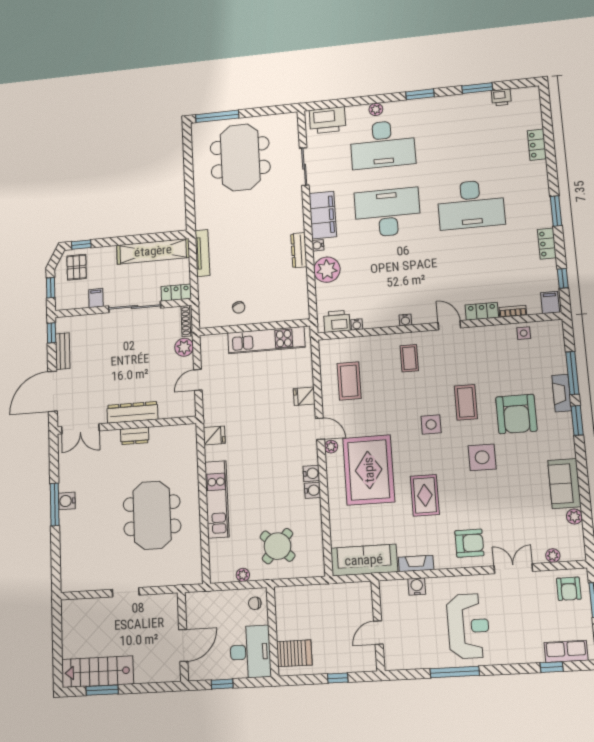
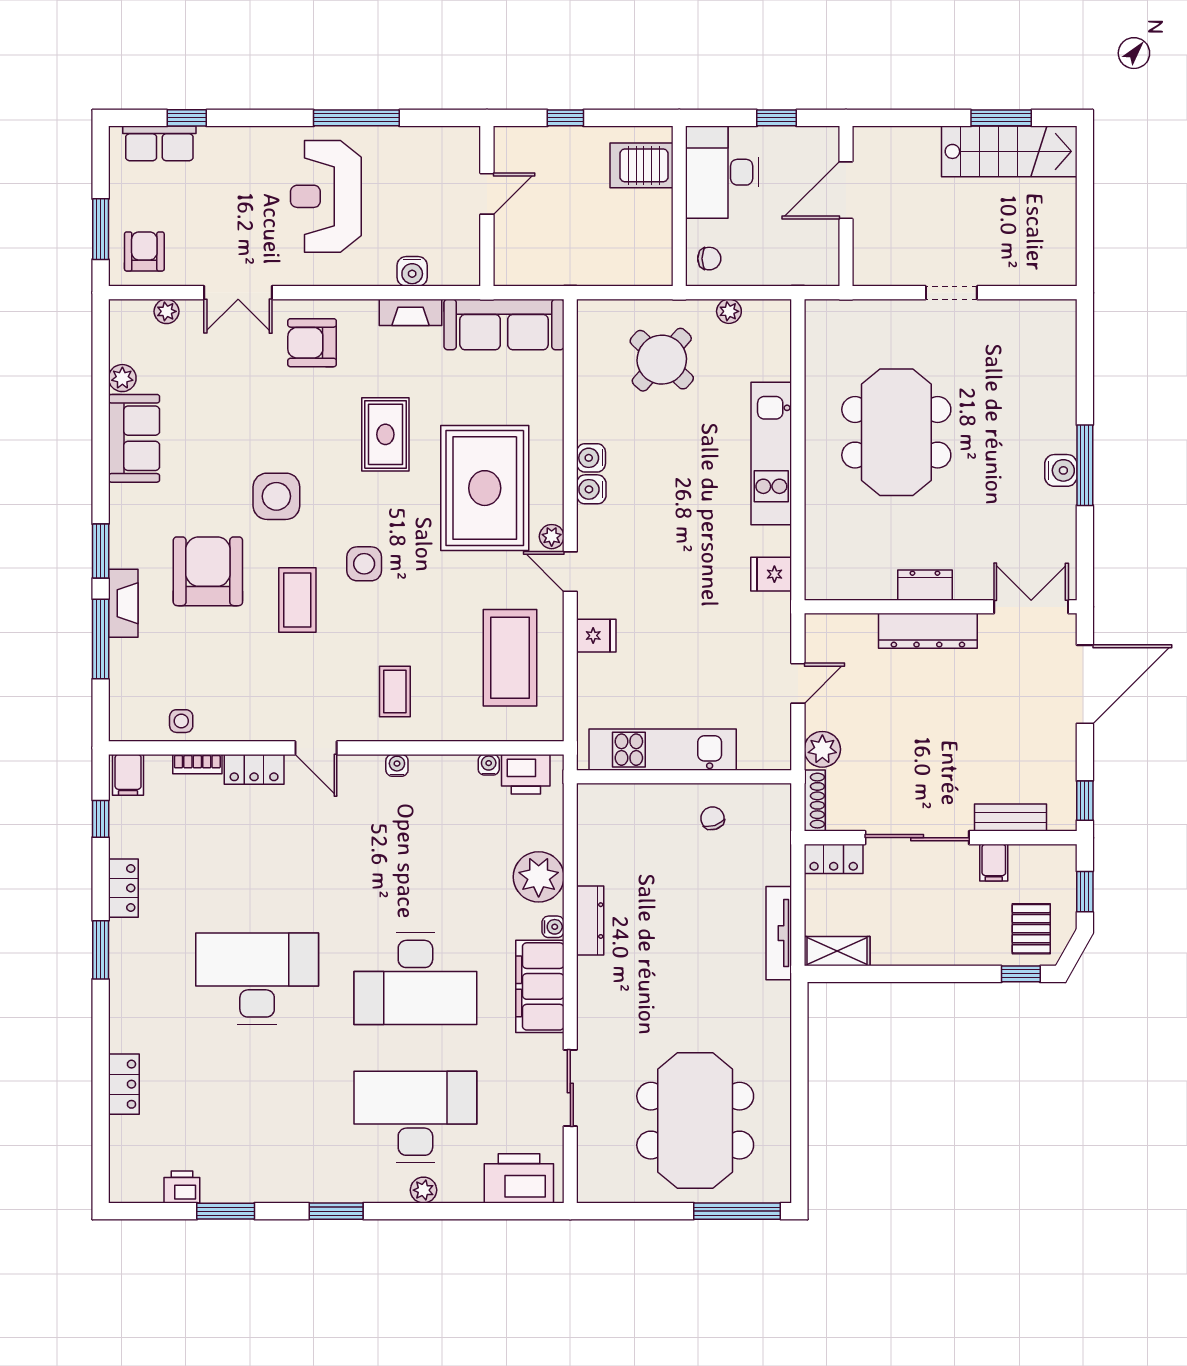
shelving: (153, 251) -> (837, 951), width x0.45, depth x0.75
bench: (63, 351) -> (1011, 818), moved, turned 90
coffee table: (349, 381) -> (510, 658), width x1.36, depth x1.32

